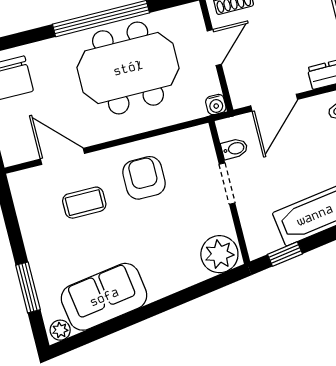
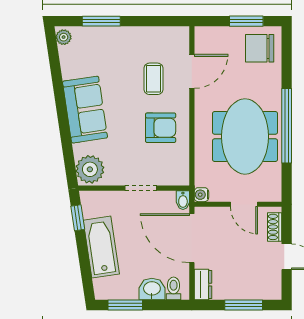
door: (274, 103) -> (192, 238), width x1.36
bidet: (234, 149) -> (183, 200), moved
sofa: (104, 297) -> (85, 110), moved

